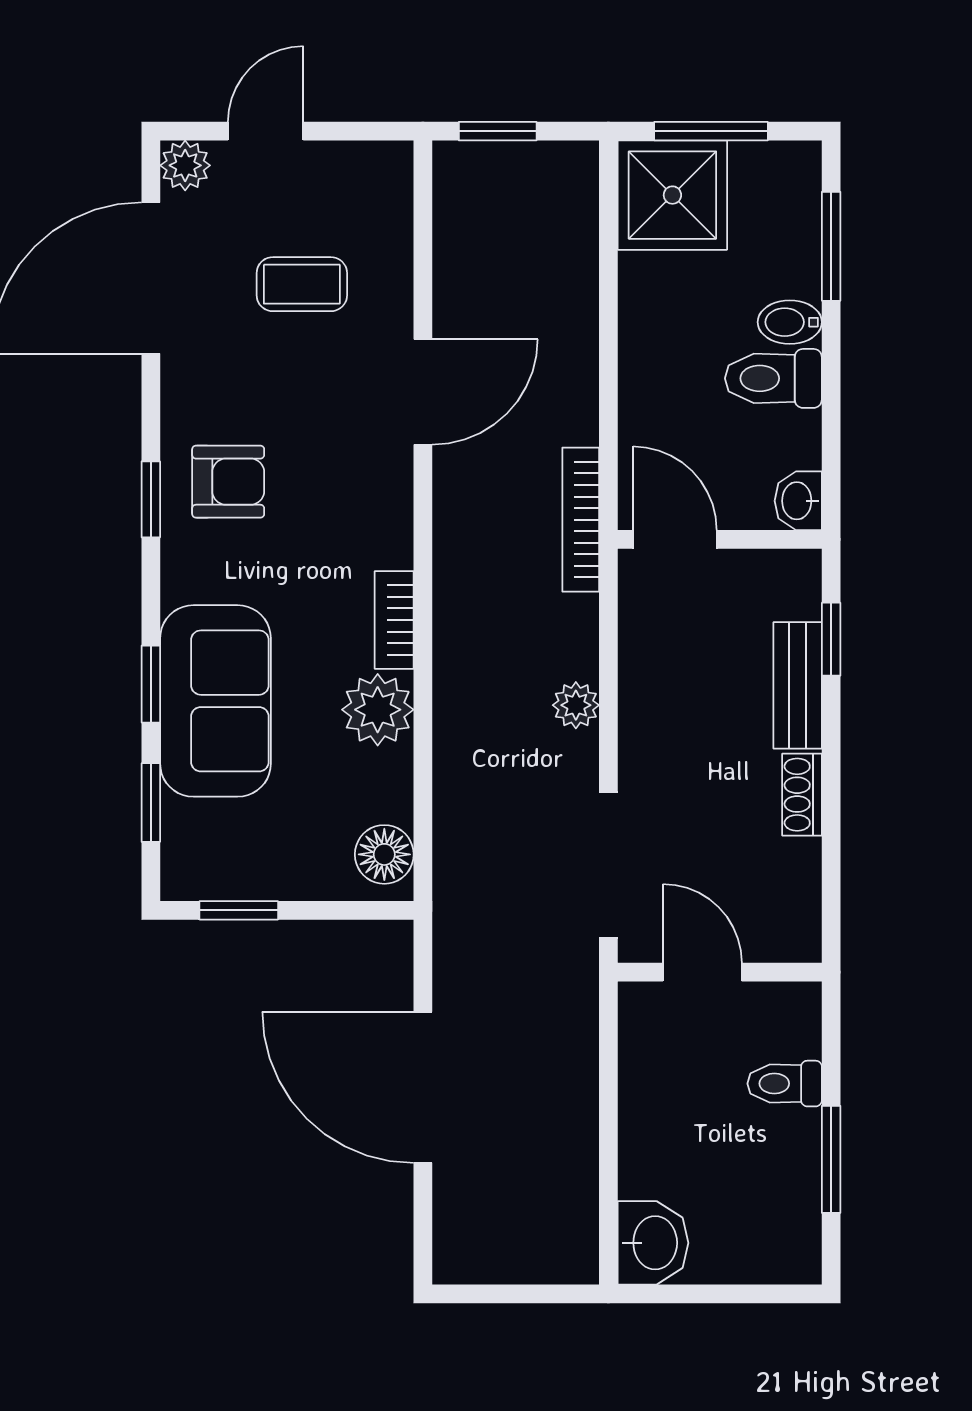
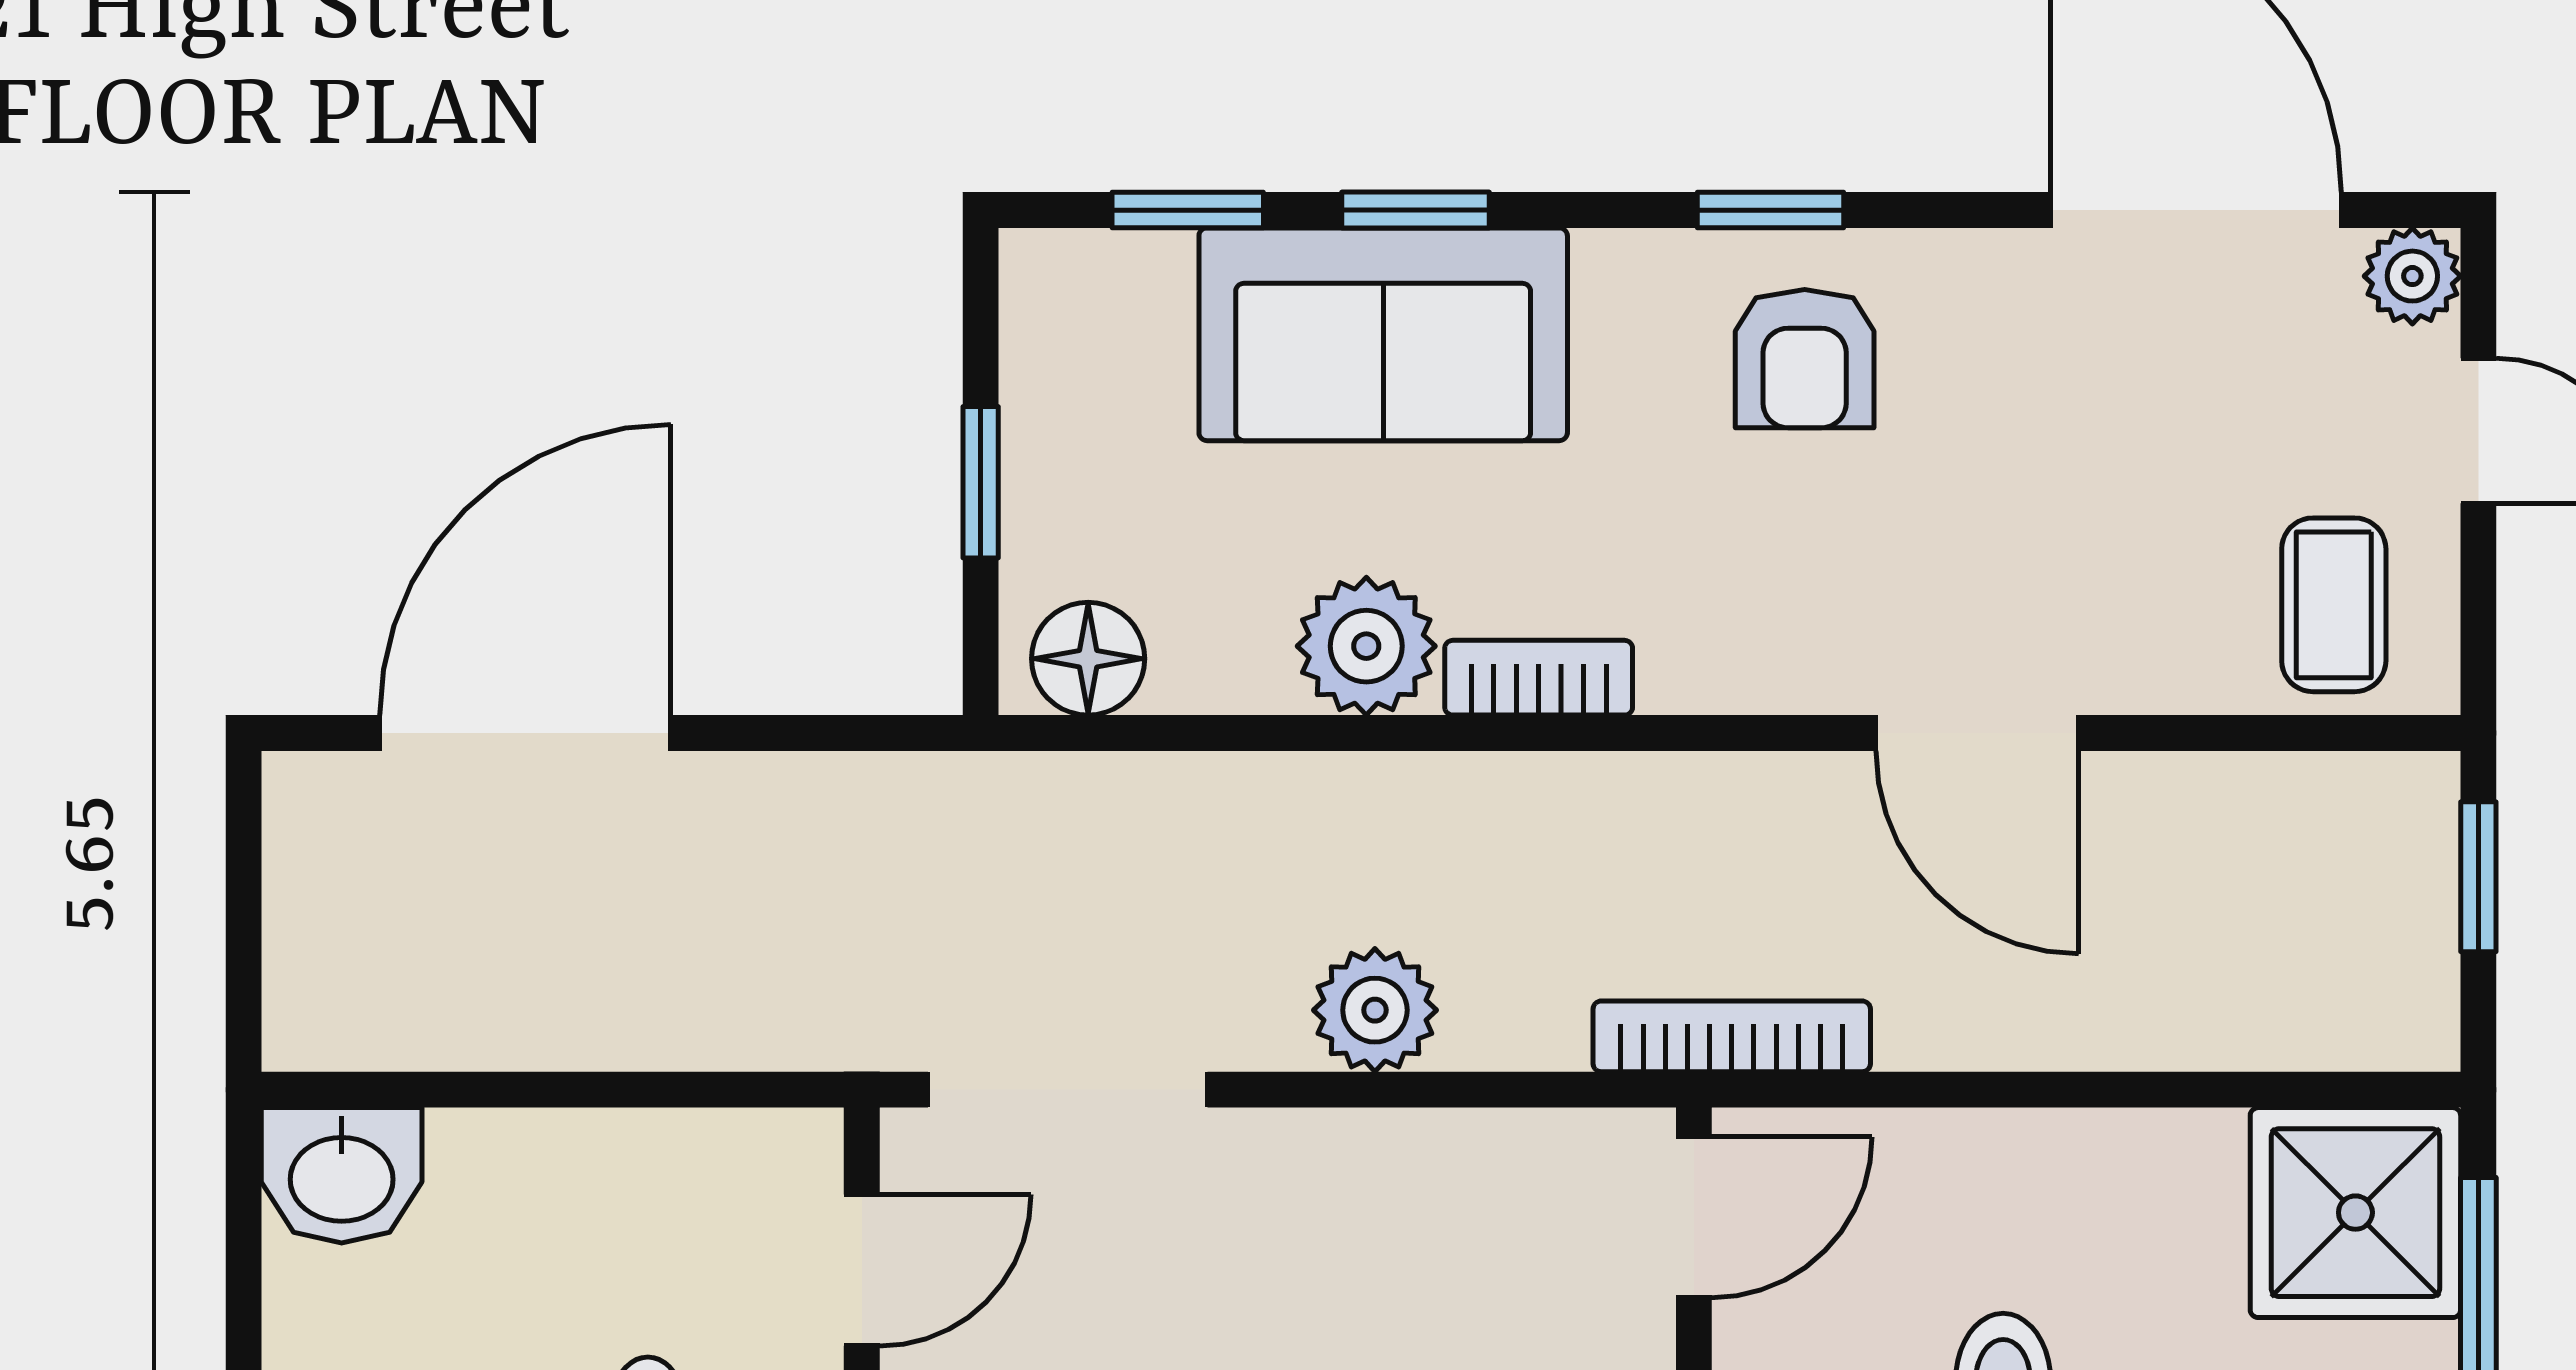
coffee table: (302, 284) -> (2334, 605), moved
plant: (576, 705) -> (1375, 1010), width x1.38, depth x1.38
window: (239, 910) -> (981, 482), moved
door: (423, 1087) -> (525, 733), moved

